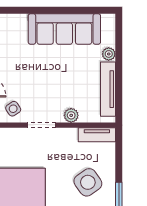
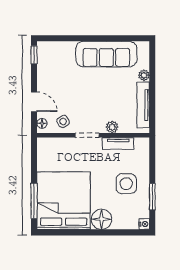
tv unit: (97, 135) -> (118, 143), moved
side table: (88, 182) -> (126, 184), turned 35

